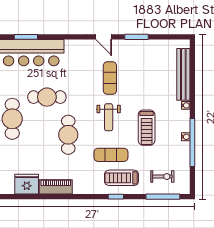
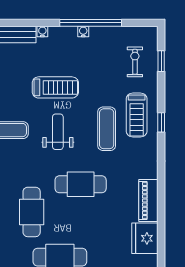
weight bench: (109, 117) -> (58, 132), turned -90
treadmill: (147, 128) -> (55, 87), moved
window: (163, 197) -> (161, 61), width x0.46

